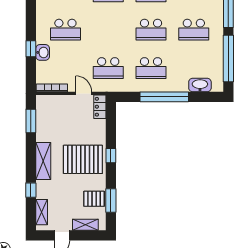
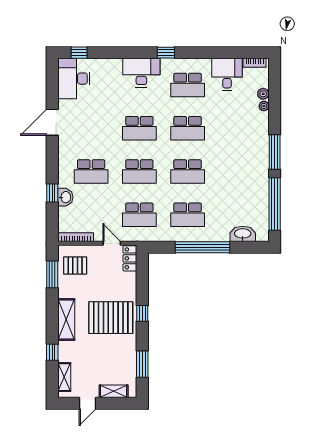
school desk: (194, 30) -> (139, 172), moved
pallet: (94, 199) -> (75, 265), moved

